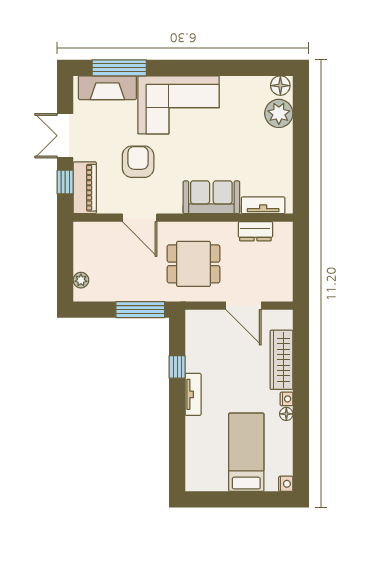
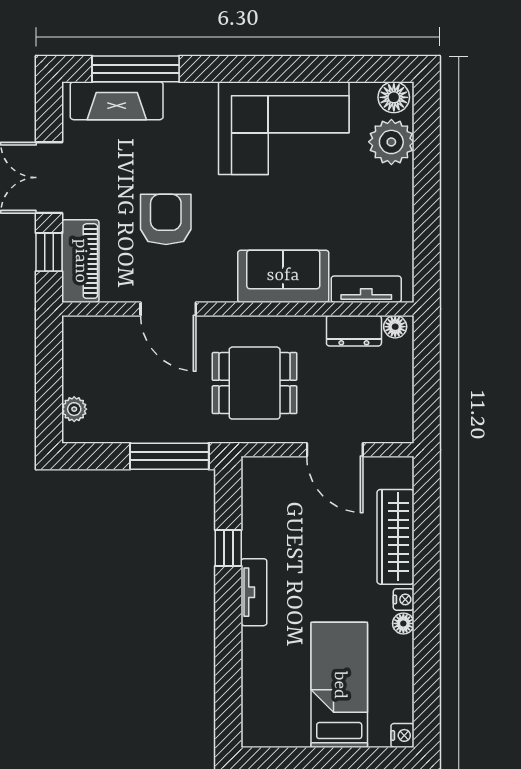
corner sofa: (179, 105) -> (284, 128), moved
floor lamp: (281, 229) -> (395, 327), added

